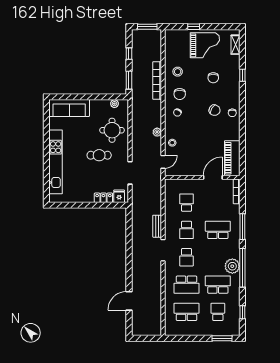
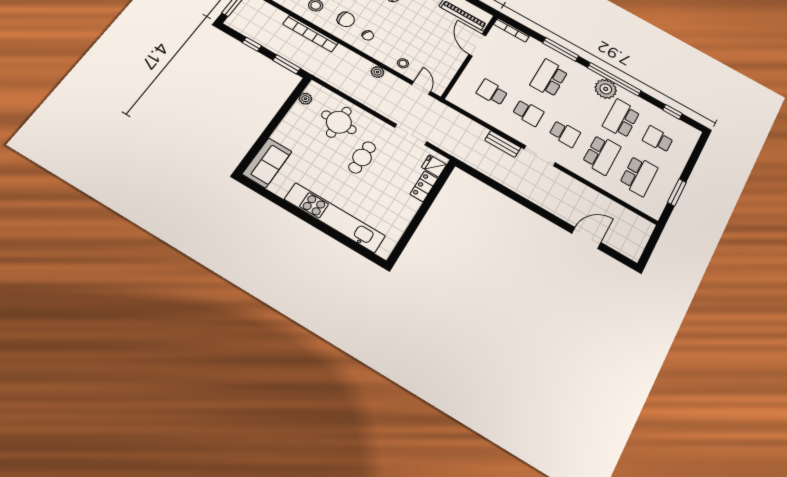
sofa: (69, 108) -> (267, 163), width x0.73
door: (129, 301) -> (586, 238), swing flipped
school desk: (186, 312) -> (639, 176), turned 180
window: (222, 338) -> (677, 192), moved

